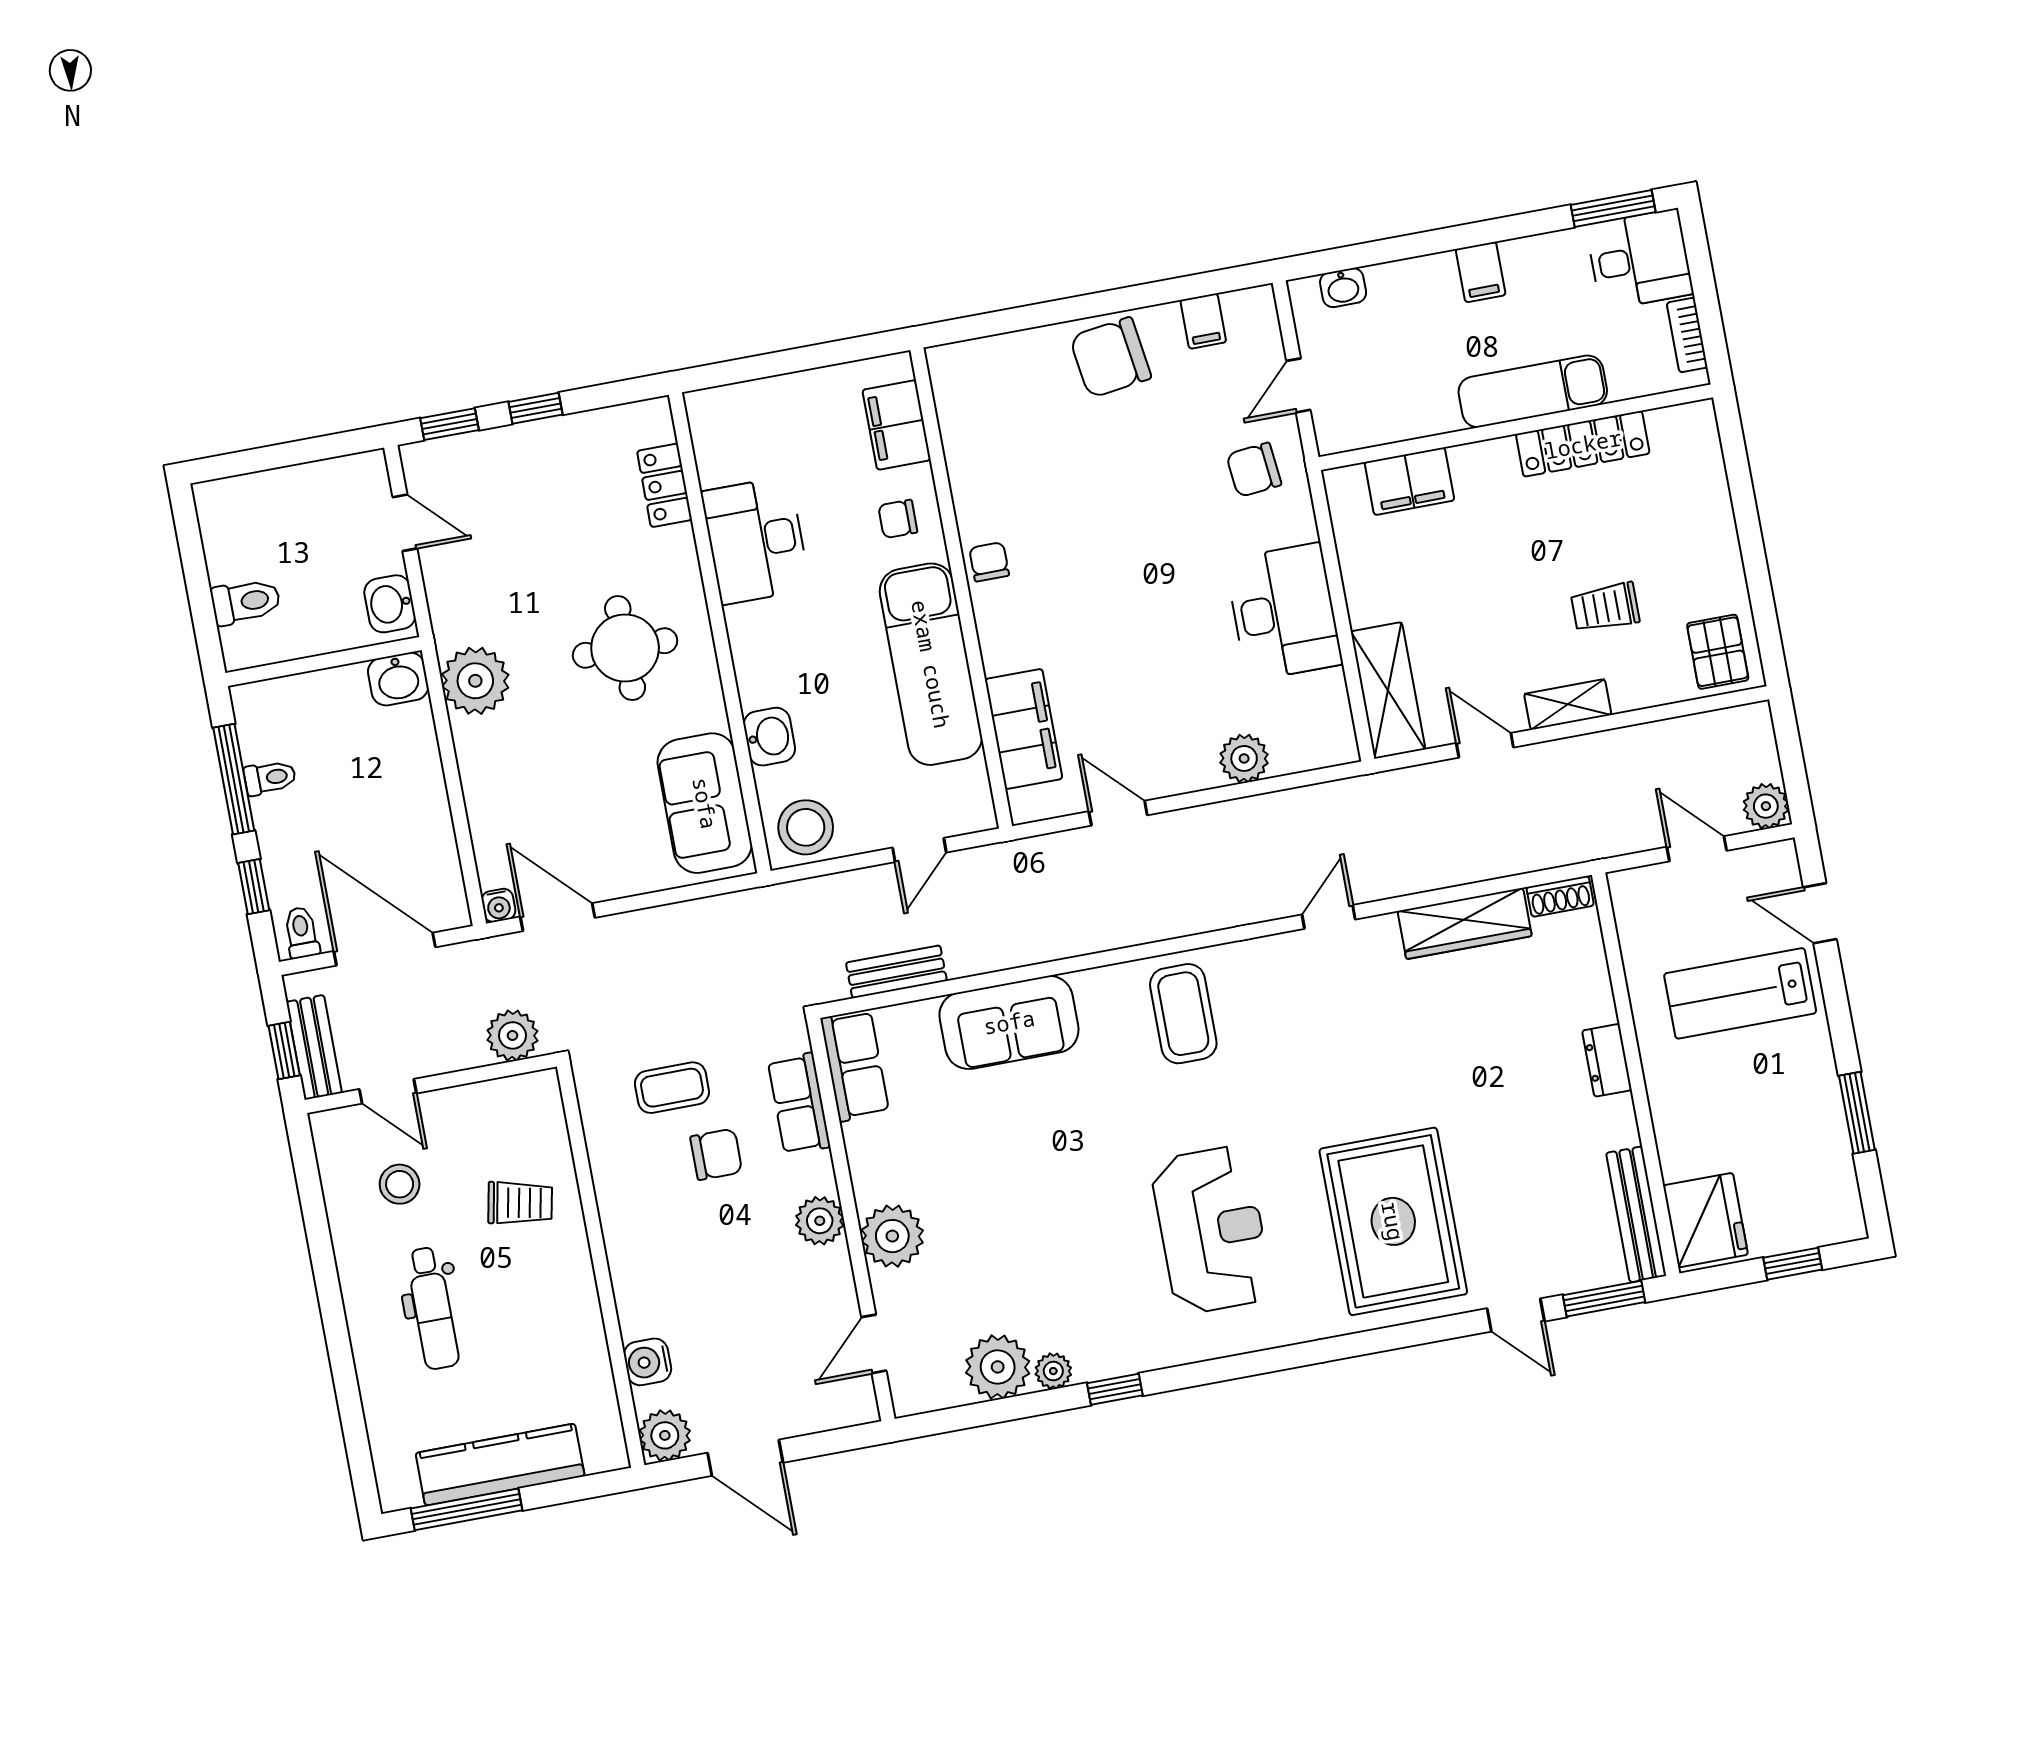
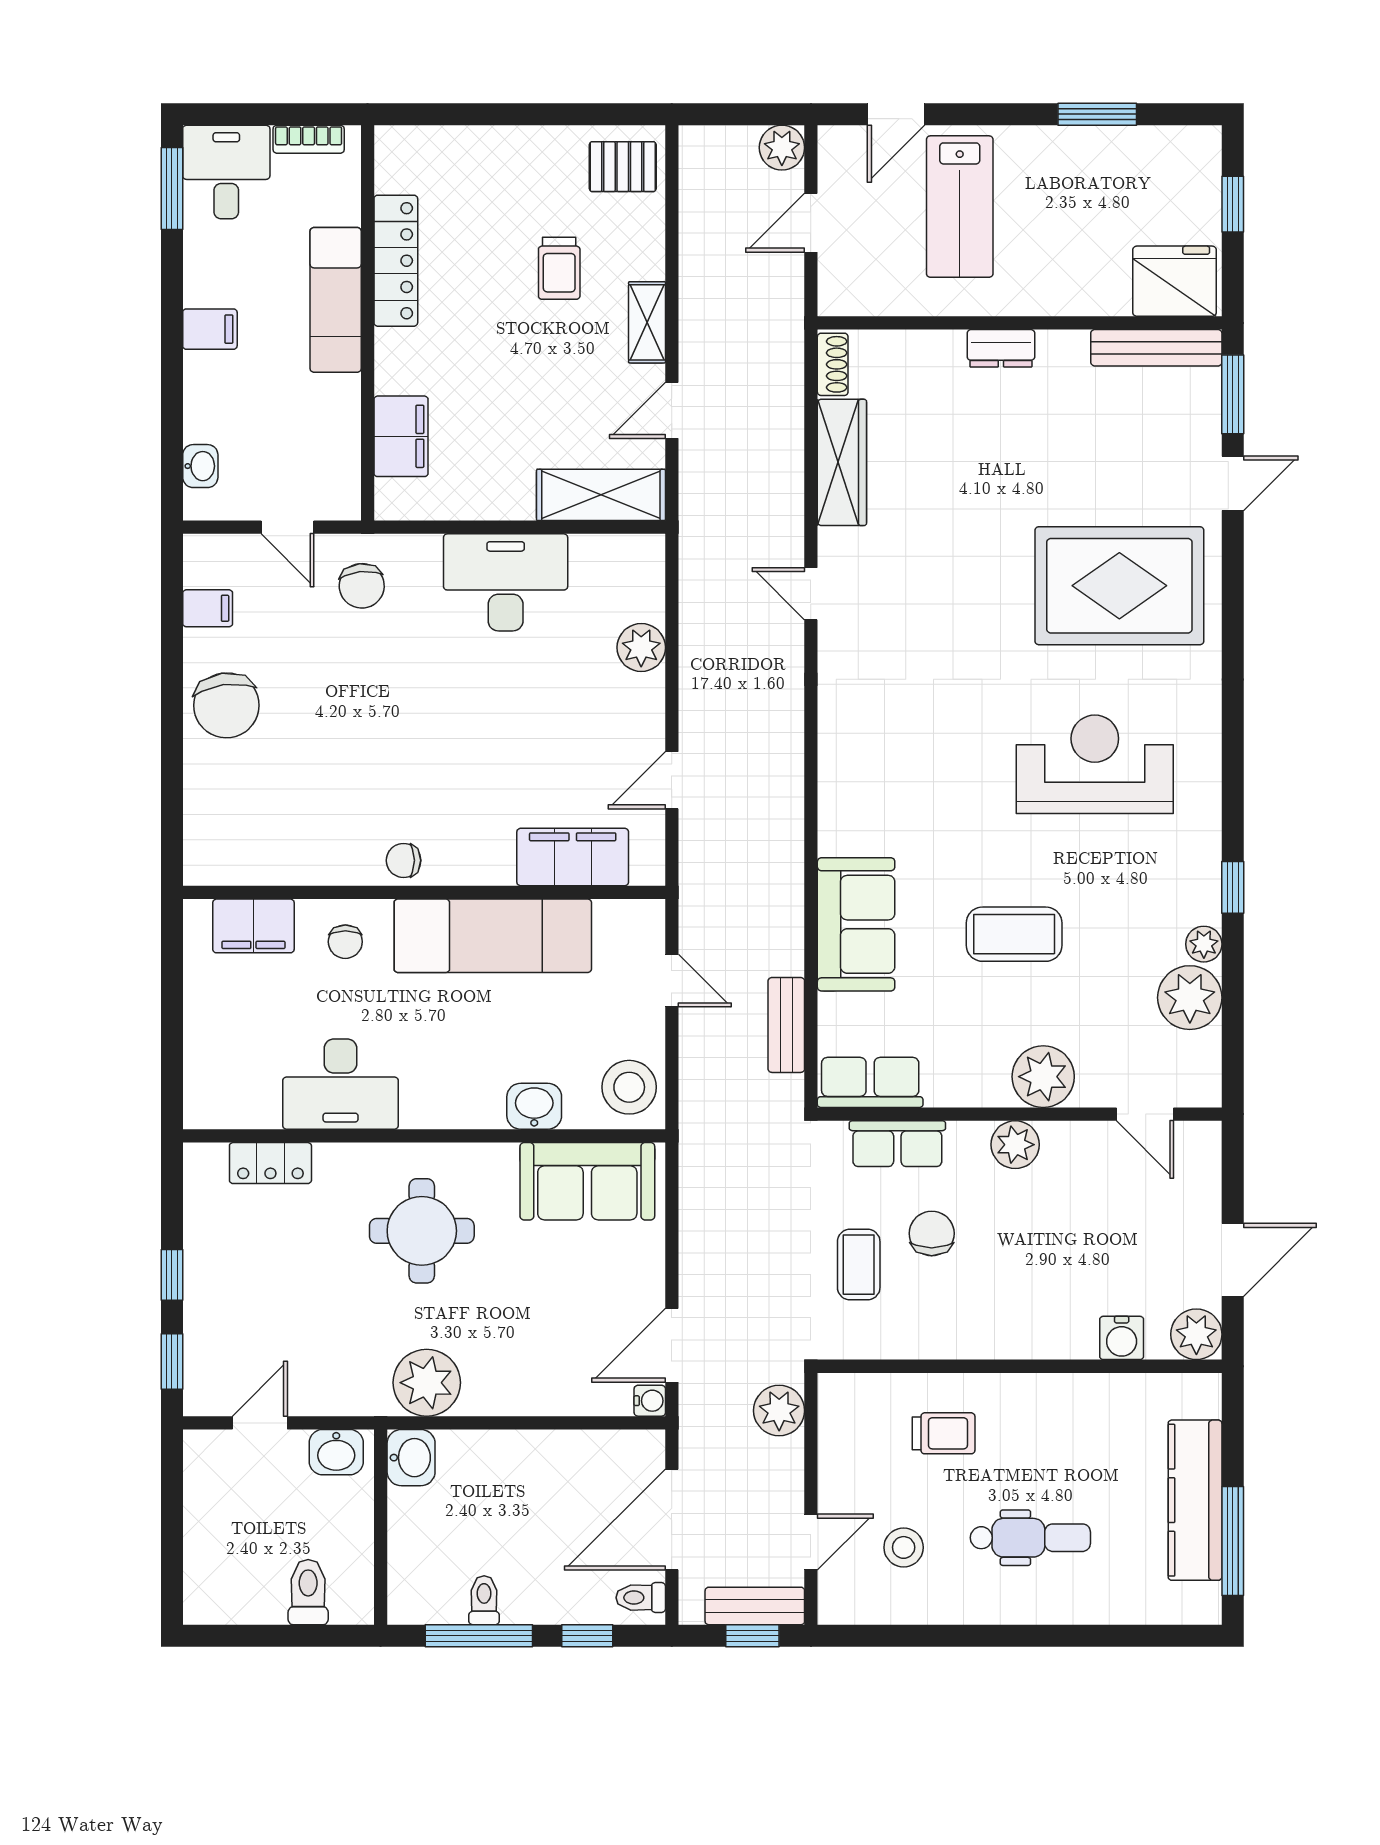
coffee table: (1183, 1014) -> (1014, 934), moved
trolley: (520, 1203) -> (944, 1433), turned 79

